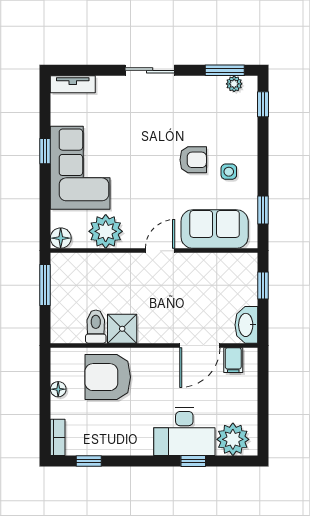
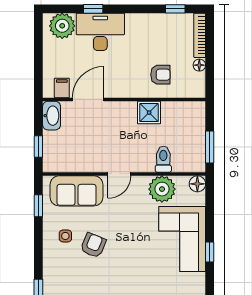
armchair: (193, 160) -> (93, 245), turned 112
toilet: (96, 327) -> (163, 159), moved, turned 180
armchair: (108, 377) -> (160, 75), width x0.53, depth x0.53
bookcase: (58, 437) -> (200, 35), width x1.56

